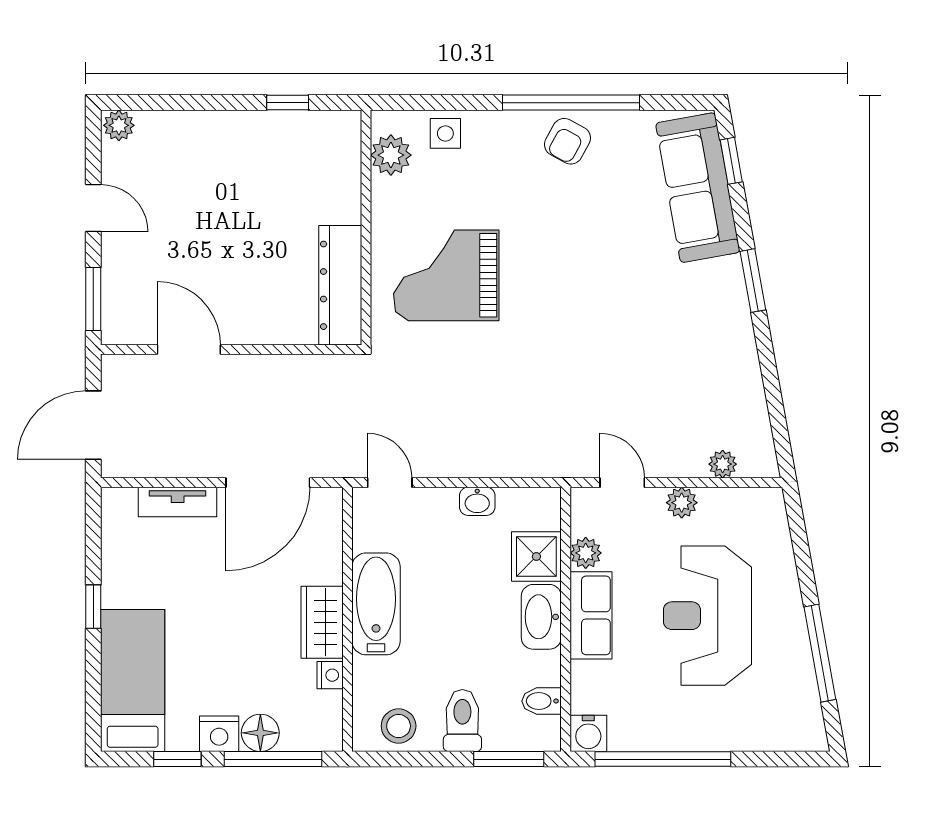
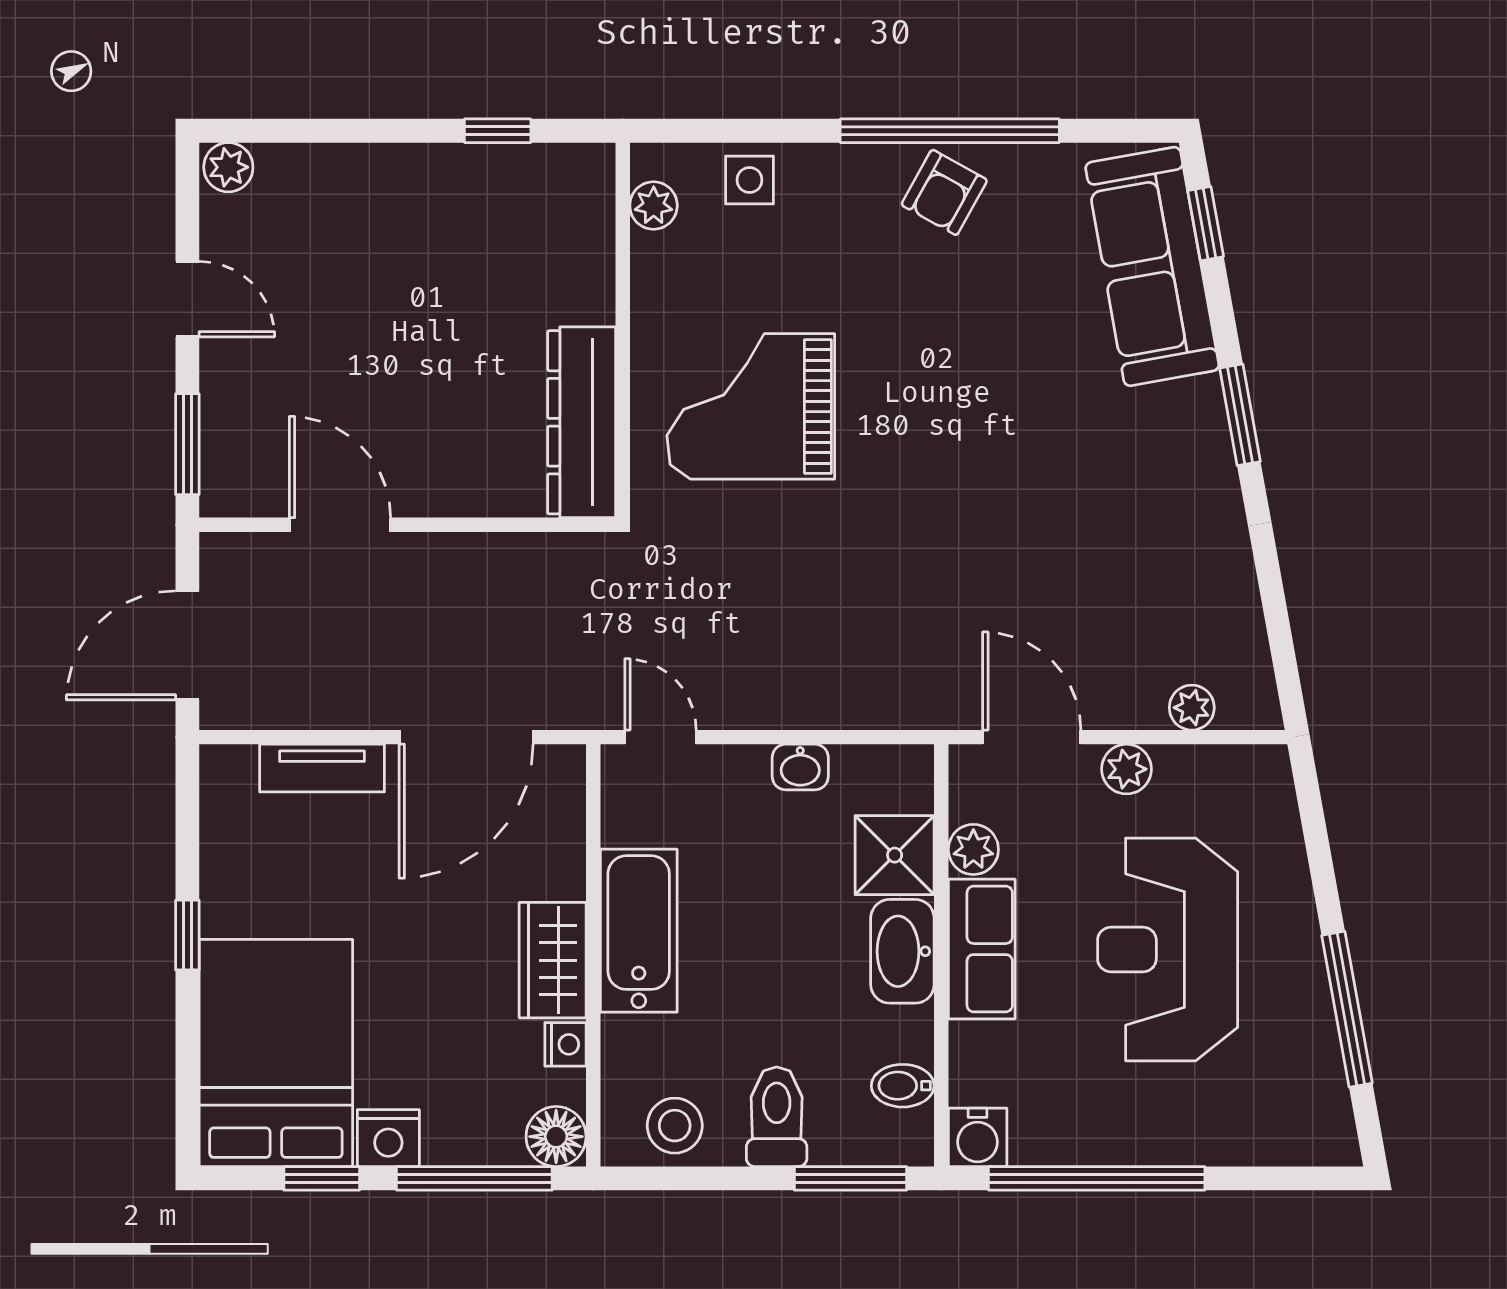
plant: (391, 155) -> (654, 206), width x0.73, depth x0.73
door: (622, 483) -> (1032, 737), width x1.38
bed: (133, 680) -> (276, 1053), width x1.50
floor lamp: (260, 733) -> (556, 1137), moved

